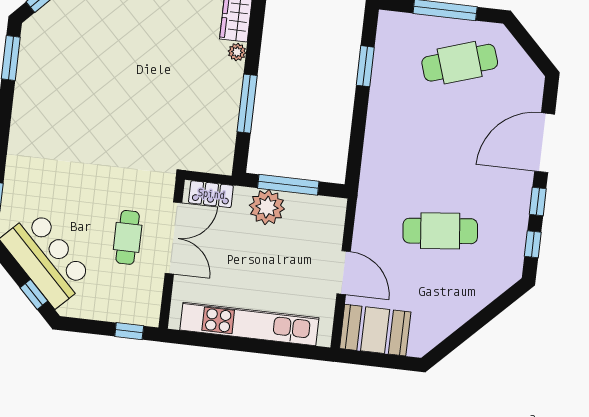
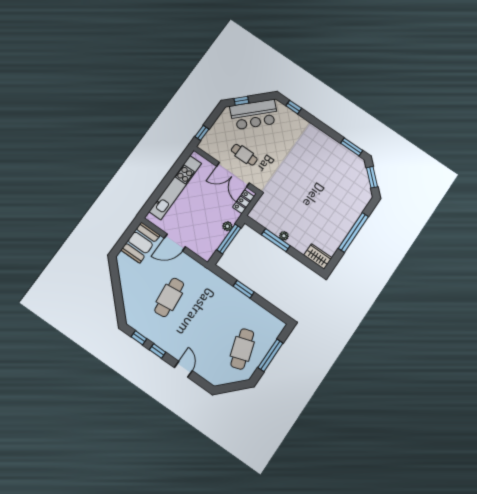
plant: (237, 52) -> (284, 236), moved
window: (365, 66) -> (244, 289), moved
door: (545, 143) -> (183, 369), width x0.53
plant: (267, 207) -> (227, 226), width x0.53, depth x0.53

